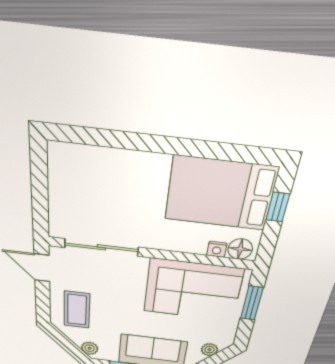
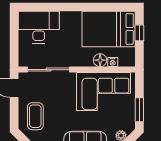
desk: (86, 175) -> (39, 27), added
floor lamp: (240, 249) -> (100, 60), moved
window: (252, 303) -> (139, 110), moved

